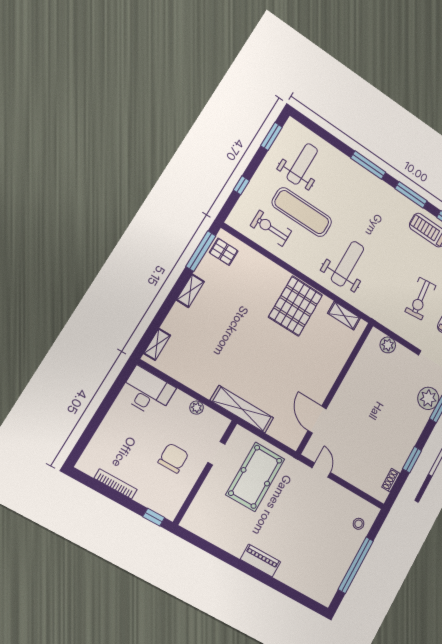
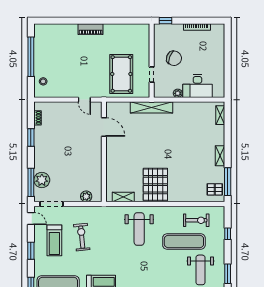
desk: (147, 392) -> (197, 86), moved
chair: (173, 458) -> (174, 58), turned -69

